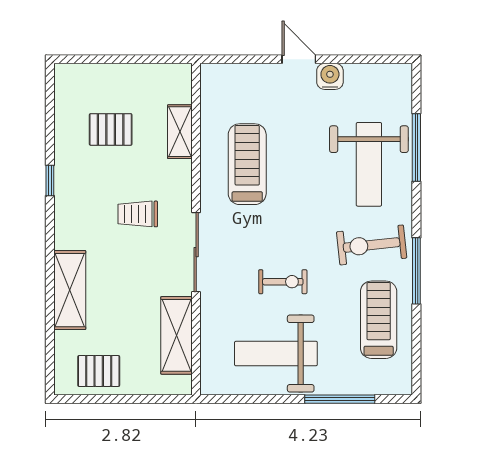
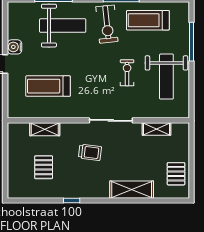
treadmill: (247, 164) -> (48, 86), moved
trolley: (138, 214) -> (90, 152), turned -83
shelving: (176, 335) -> (157, 129), width x0.67, depth x0.75

